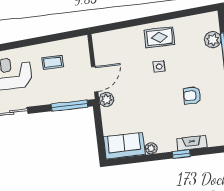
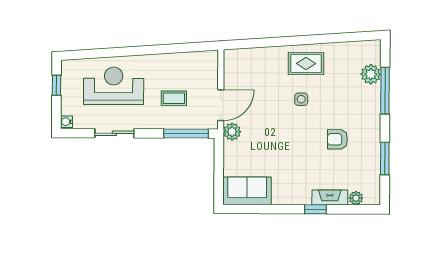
coffee table: (53, 62) -> (174, 98), moved
plant: (151, 148) -> (356, 198), moved

